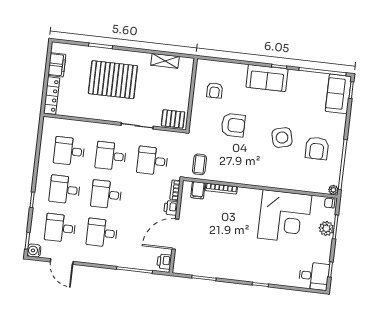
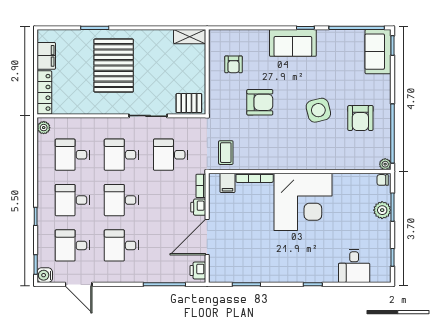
shelving: (165, 61) -> (190, 37), moved
pallet: (113, 80) -> (114, 66), turned 90
plant: (48, 125) -> (44, 128), added
corner desk: (285, 217) -> (303, 202), moved
desk: (314, 276) -> (354, 266), moved, turned 90

